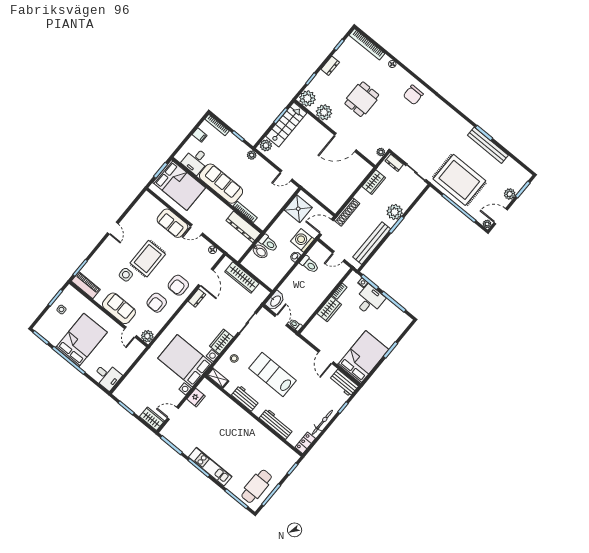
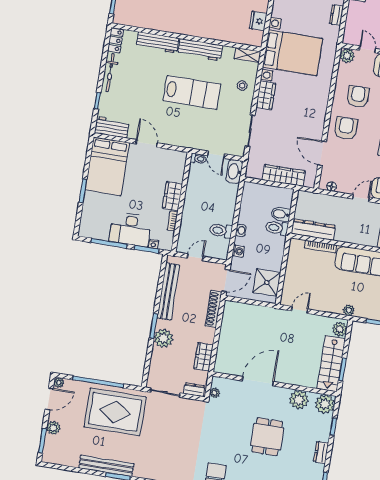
washing machine: (302, 240) -> (238, 251), width x0.53, depth x0.53
dresser: (197, 298) -> (337, 15), moved
desk: (369, 300) -> (130, 229), width x1.37
workbench: (245, 398) -> (200, 50), width x1.38

